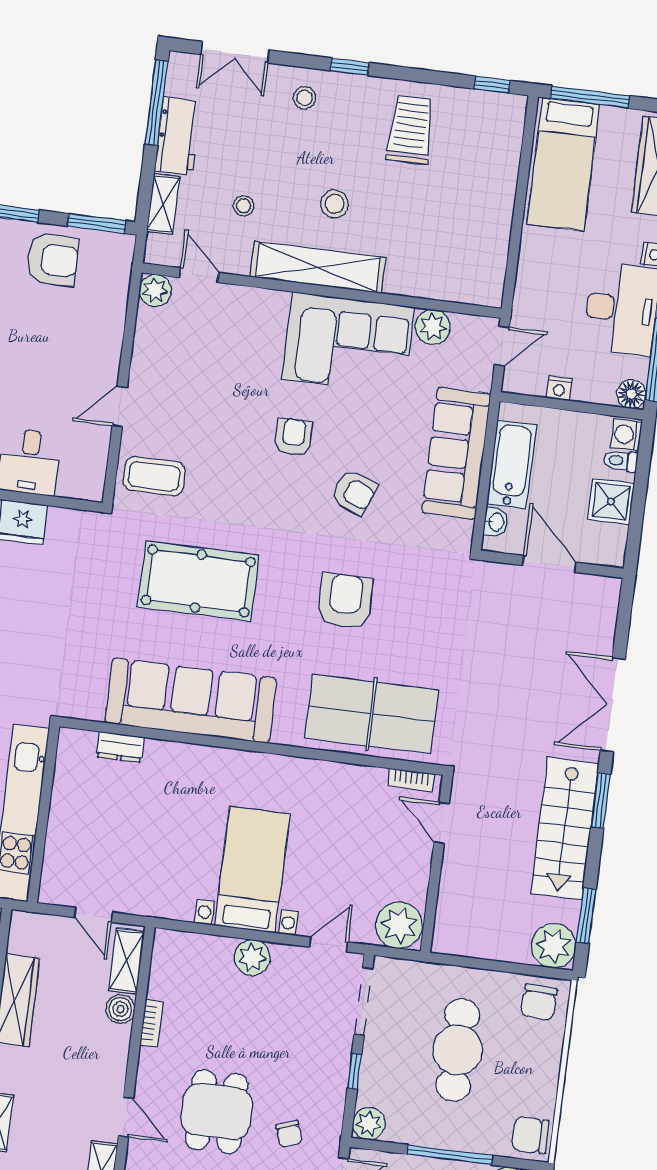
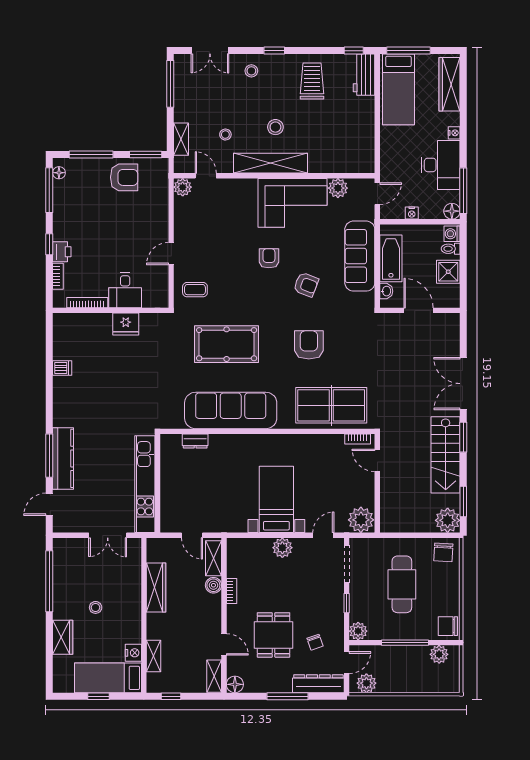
workbench: (178, 136) -> (364, 75), moved, turned 180
coffee table: (154, 476) -> (195, 290), width x0.73, depth x0.77

